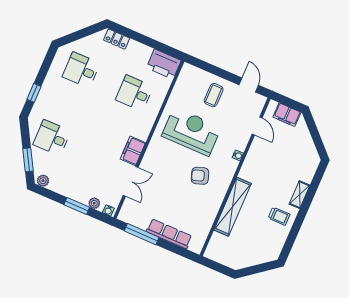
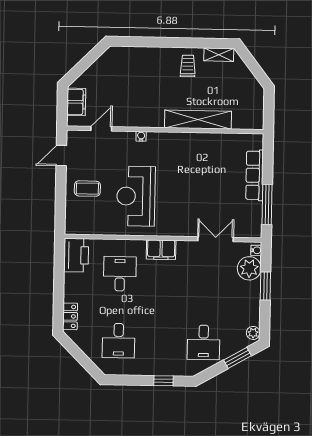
desk: (134, 93) -> (120, 274), turned 180
filing cabinet: (133, 151) -> (161, 250), moved
armchair: (200, 176) -> (179, 168), removed
shelving: (300, 195) -> (219, 55), moved
plant: (94, 203) -> (249, 268), width x1.88, depth x1.88

